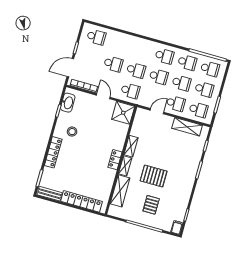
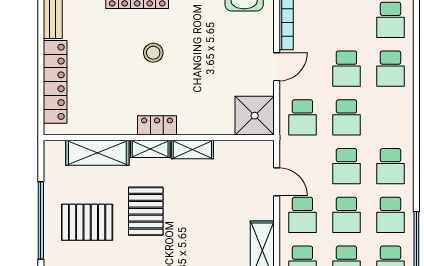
school desk: (119, 43) -> (390, 69), added
stool: (72, 132) -> (153, 53), moved
pallet: (151, 205) -> (87, 222), width x1.50, depth x1.42

